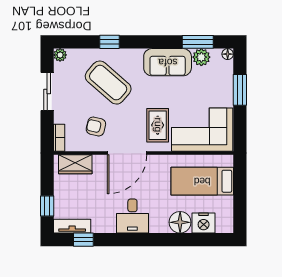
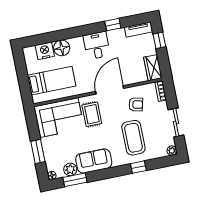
coffee table: (108, 83) -> (133, 138), turned 49
wardrobe: (75, 164) -> (153, 68), moved, turned -90
window: (83, 240) -> (113, 25), moved

